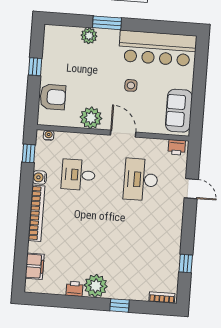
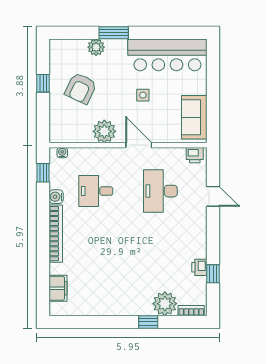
armchair: (53, 97) -> (81, 88), moved, turned 115
plant: (96, 286) -> (165, 304), moved
printer: (74, 289) -> (199, 267), moved, turned -90

